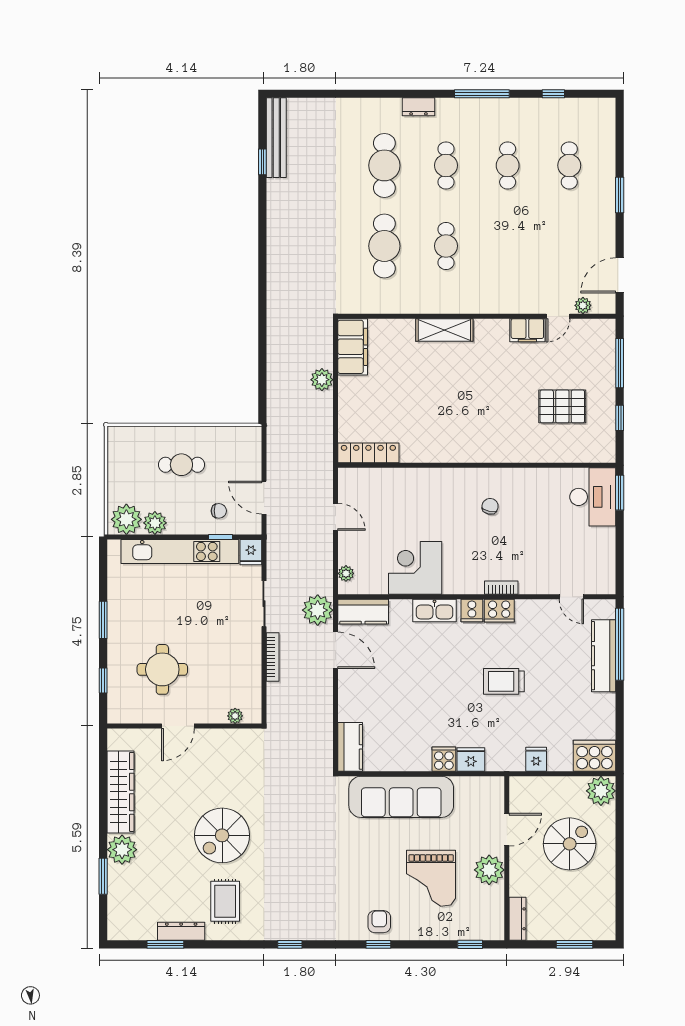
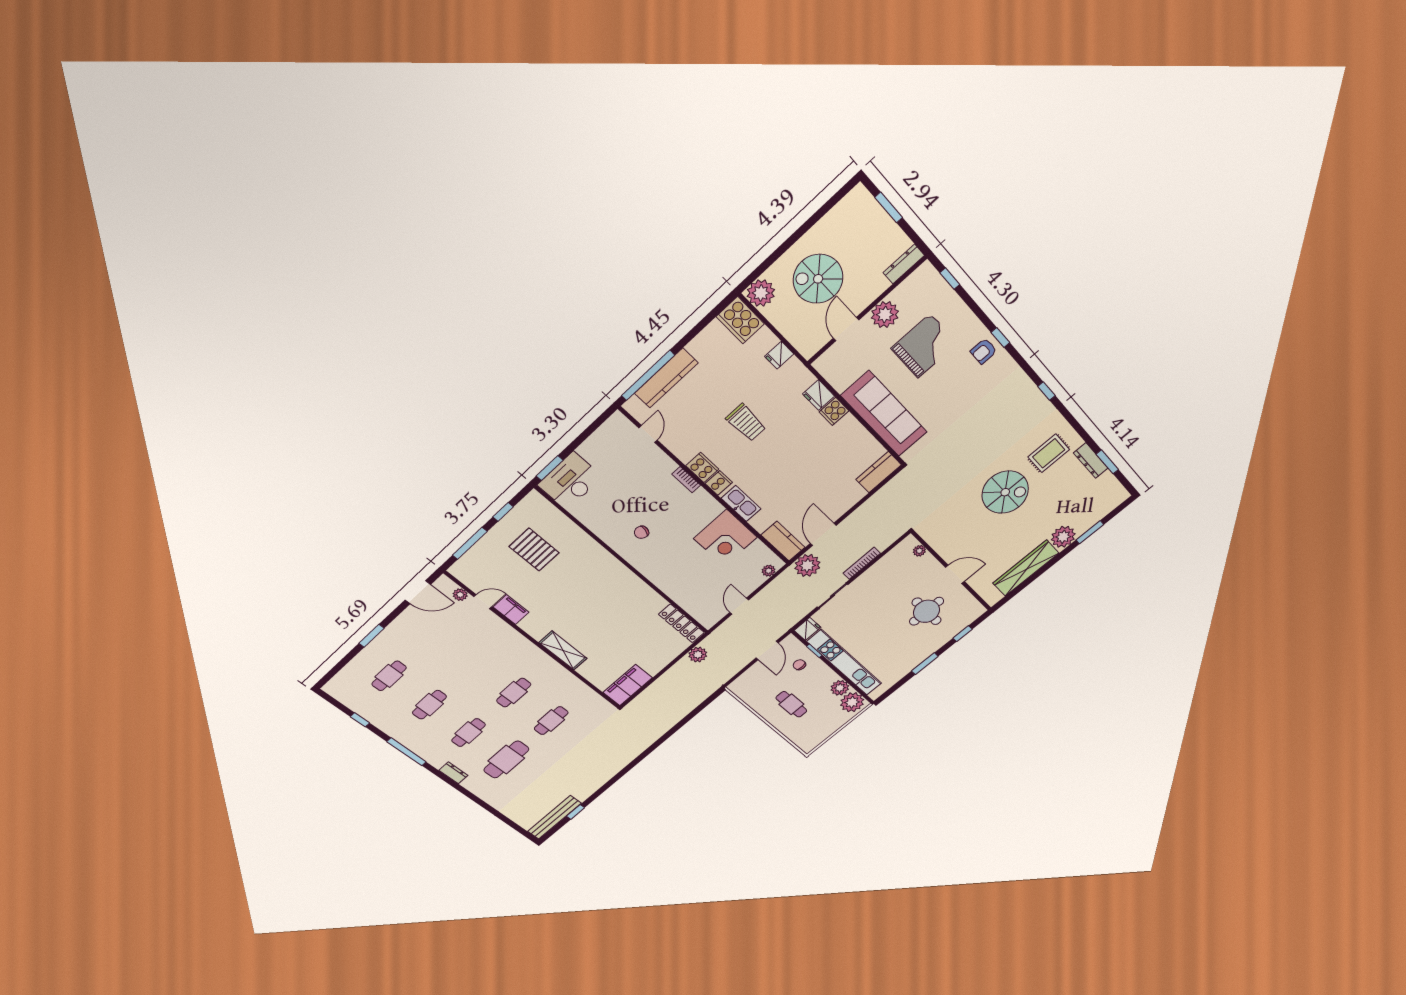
cafe table: (384, 246) -> (551, 721), width x0.73, depth x0.74
plant: (322, 380) -> (698, 655), moved
door: (507, 830) -> (846, 329), hinge flipped

